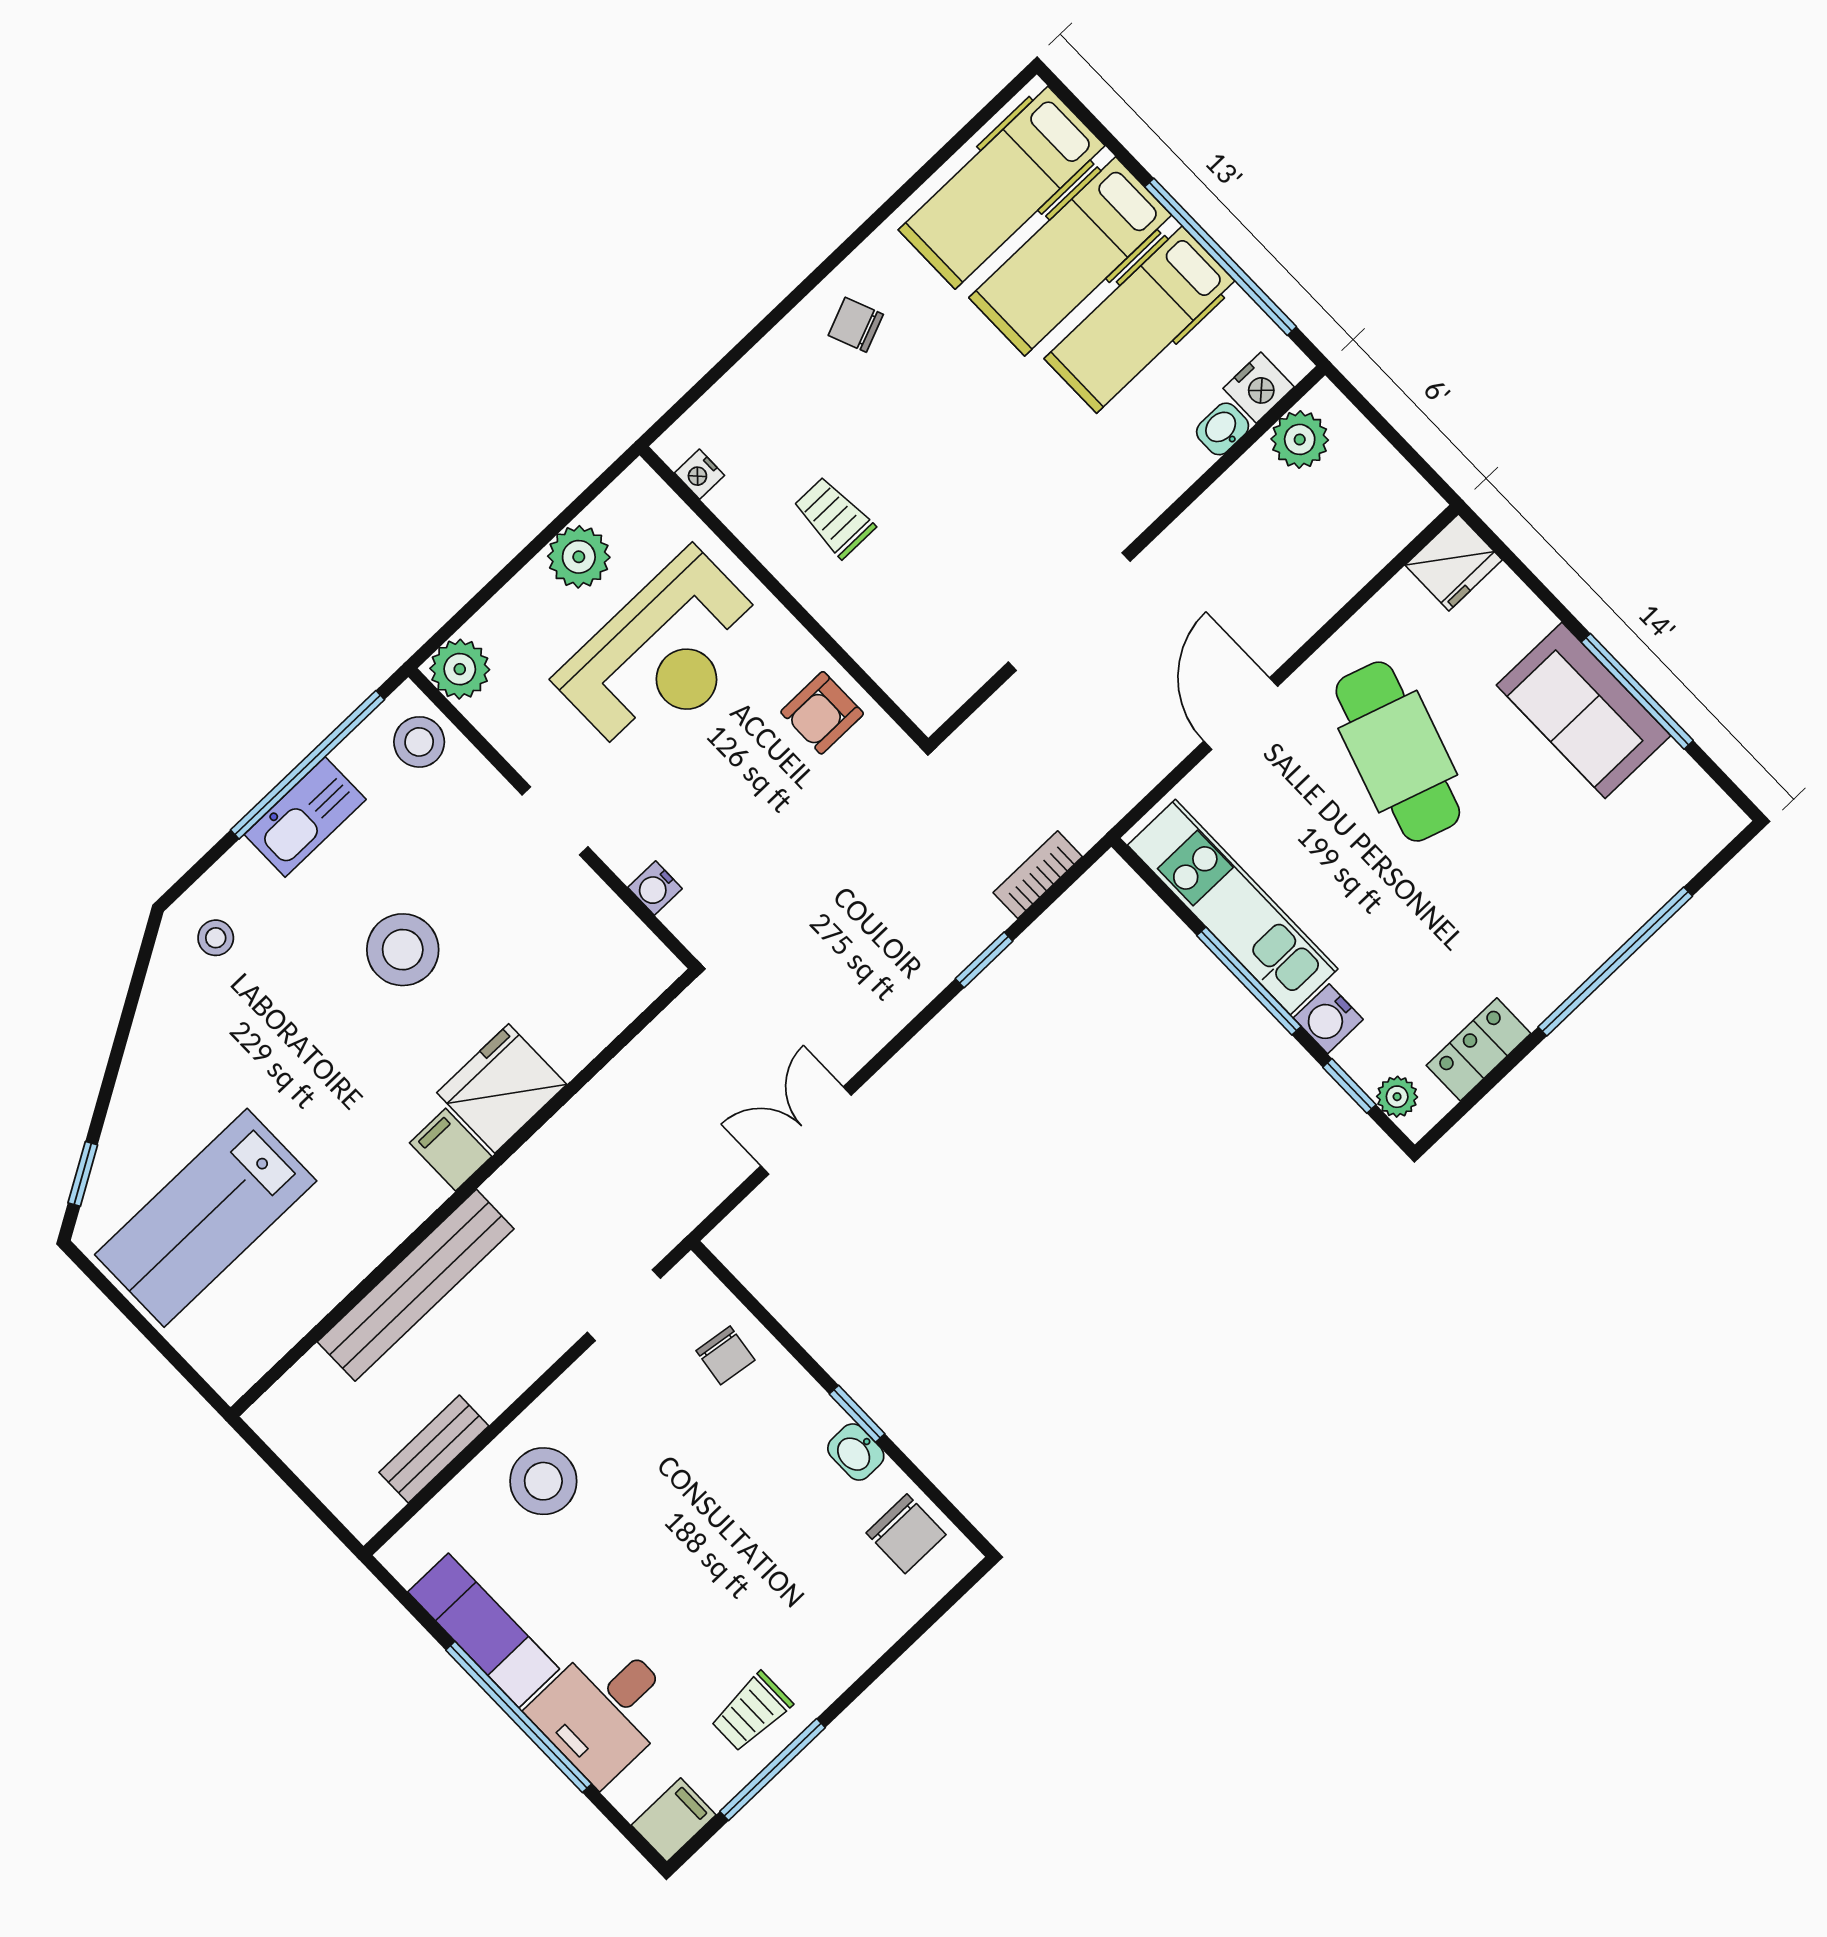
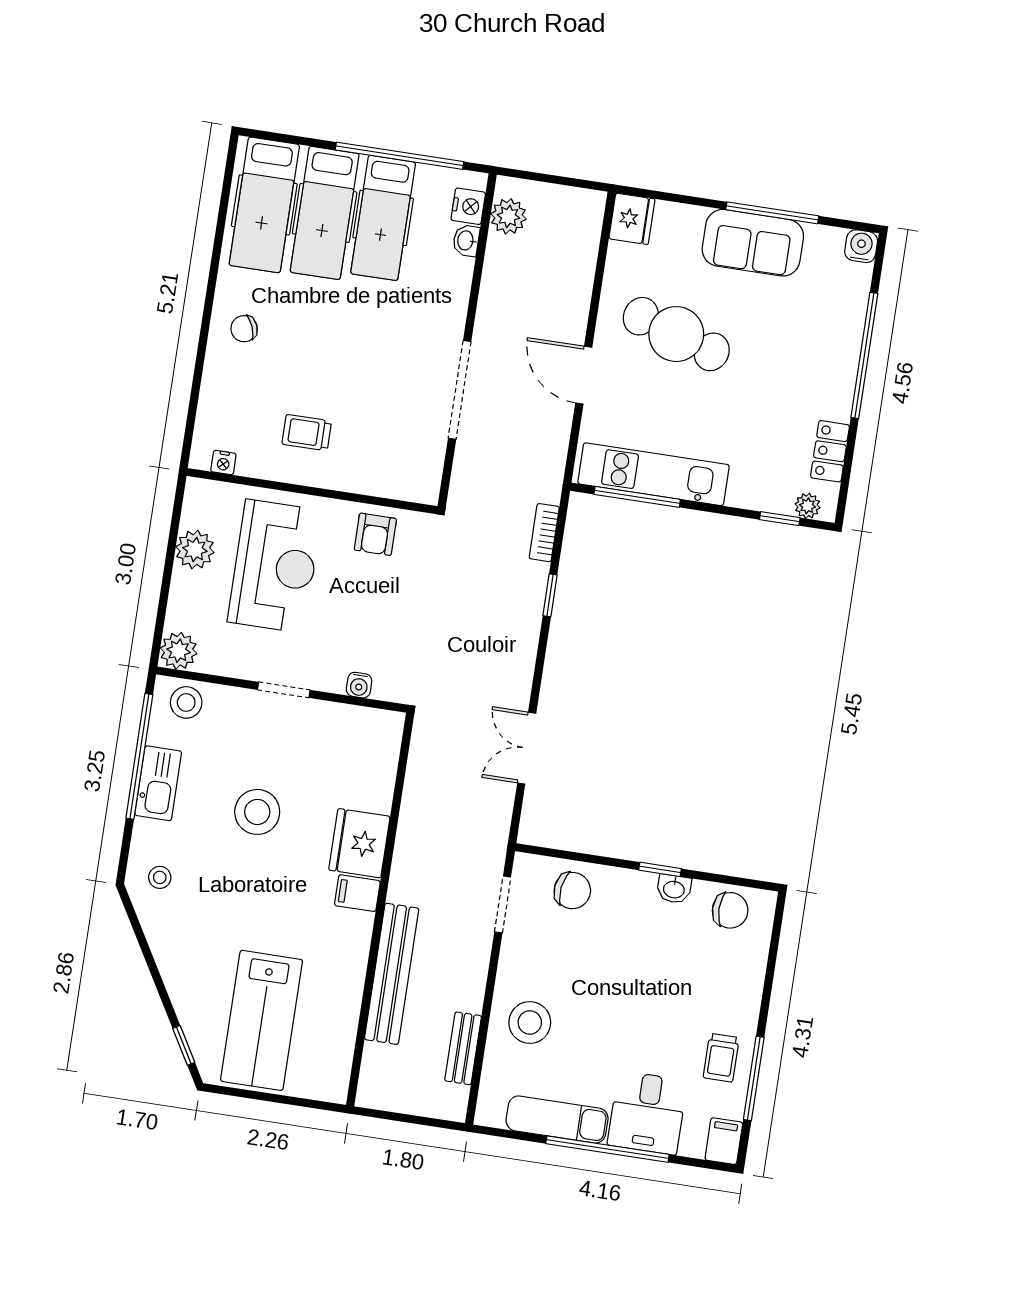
window: (1249, 981) -> (637, 497), moved
water cooler: (1328, 1019) -> (861, 246), moved, turned 180
chair: (725, 1355) -> (572, 891), width x1.37, depth x1.37

